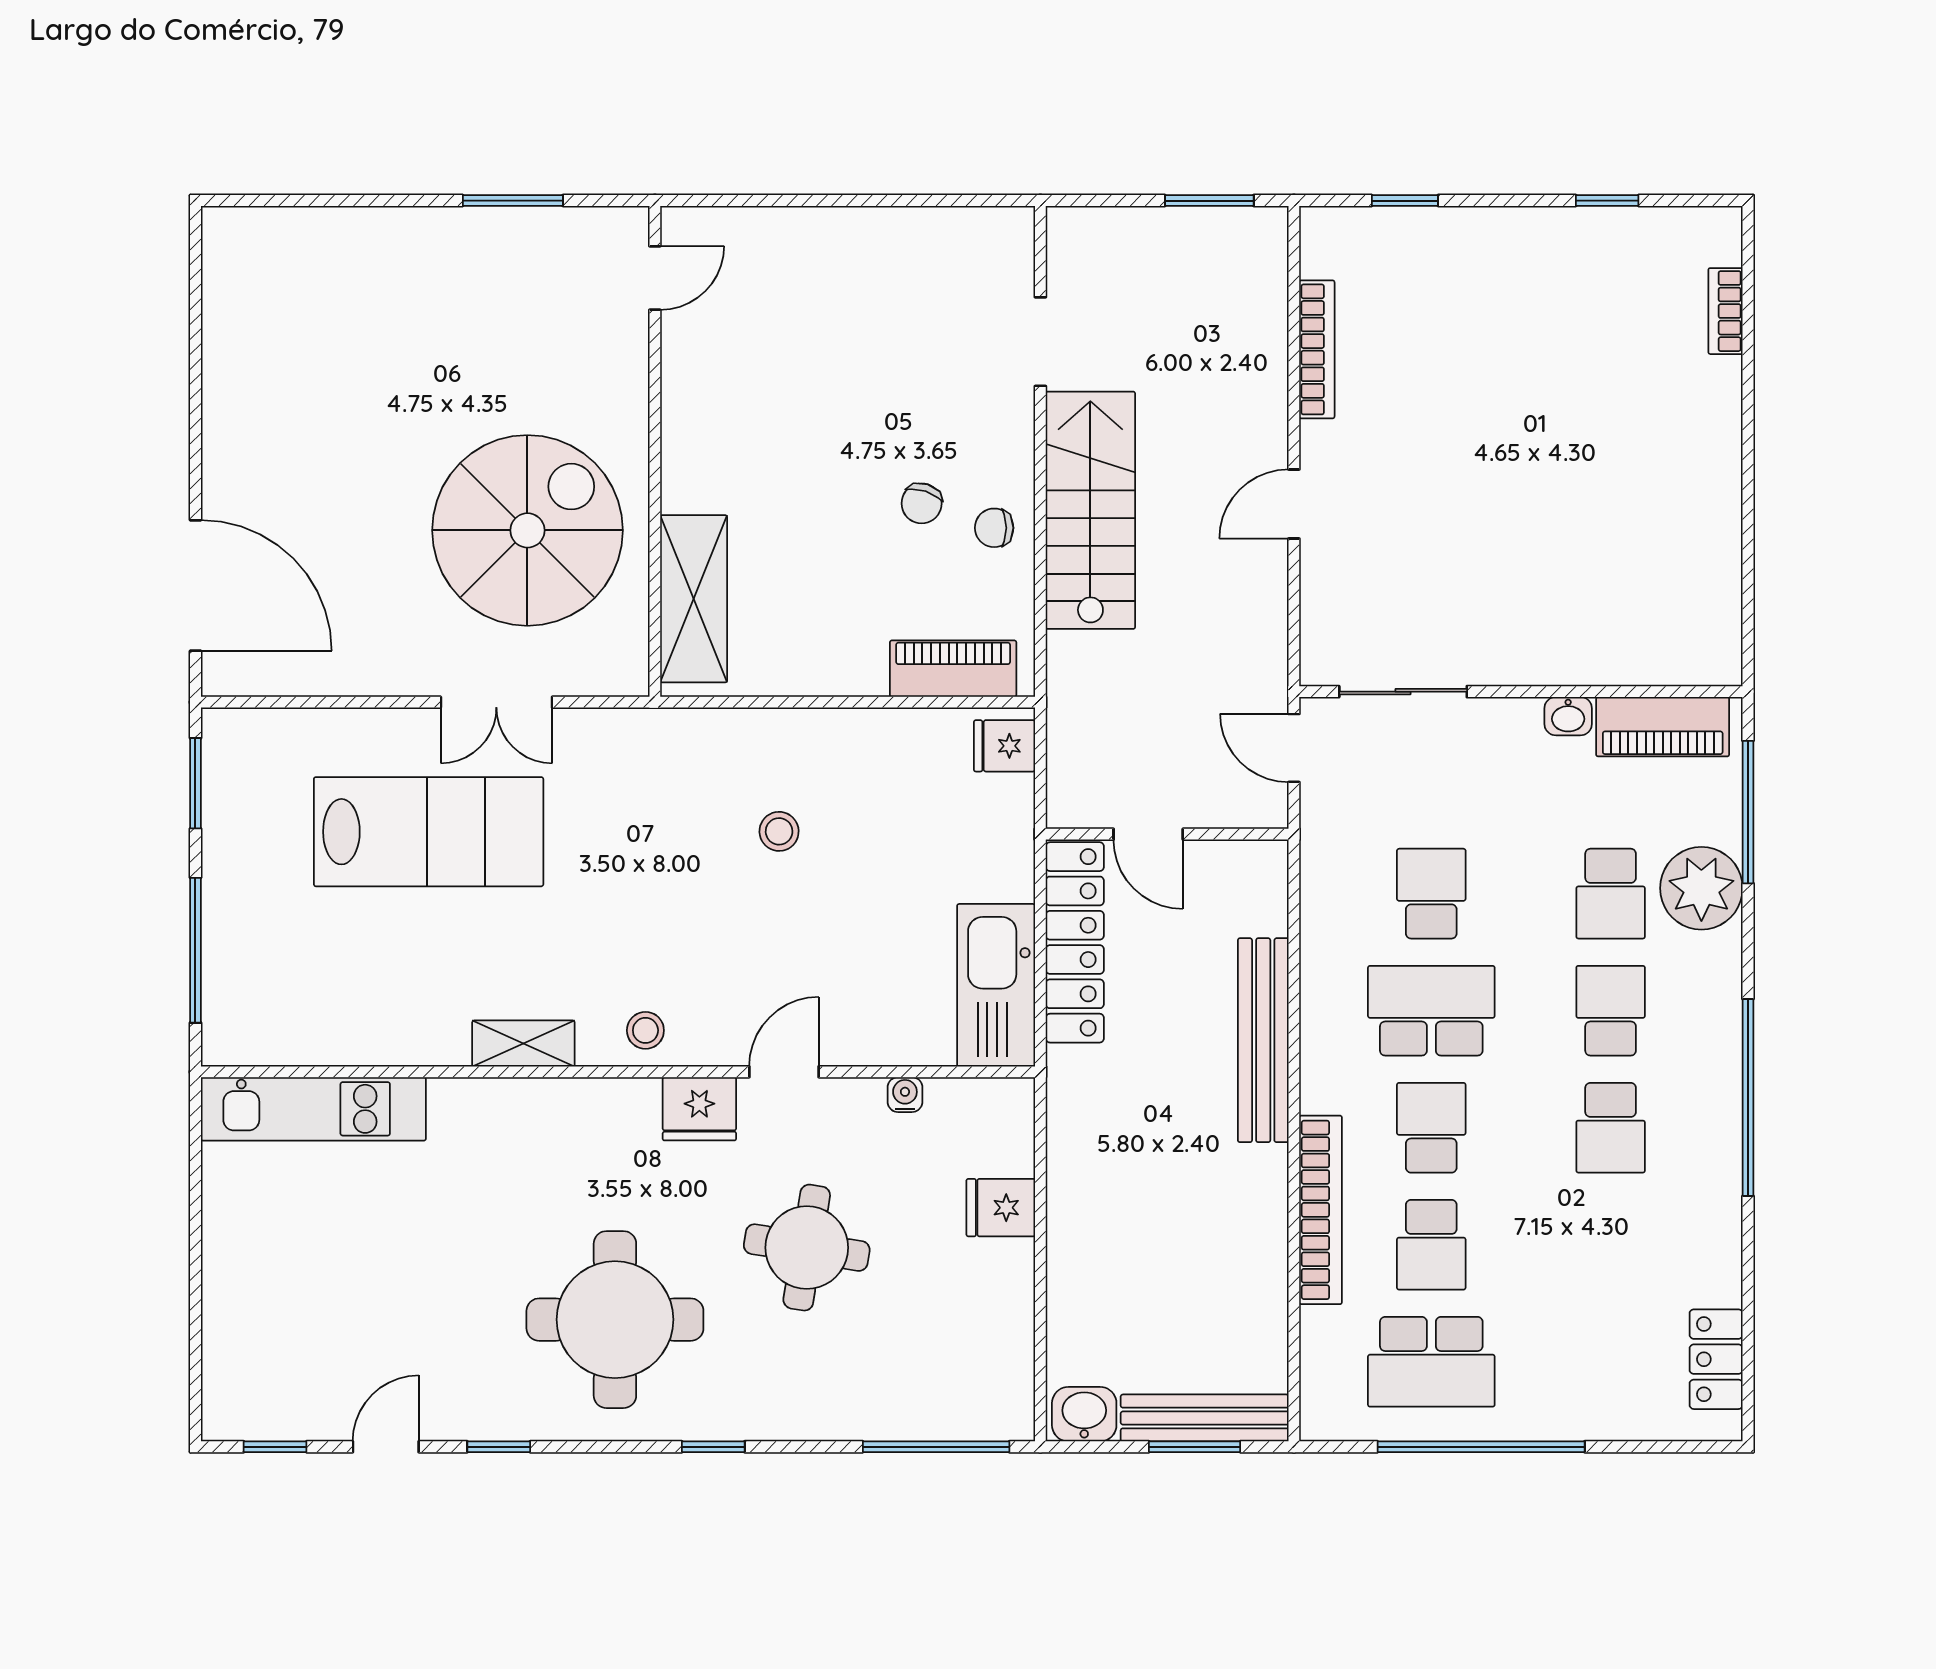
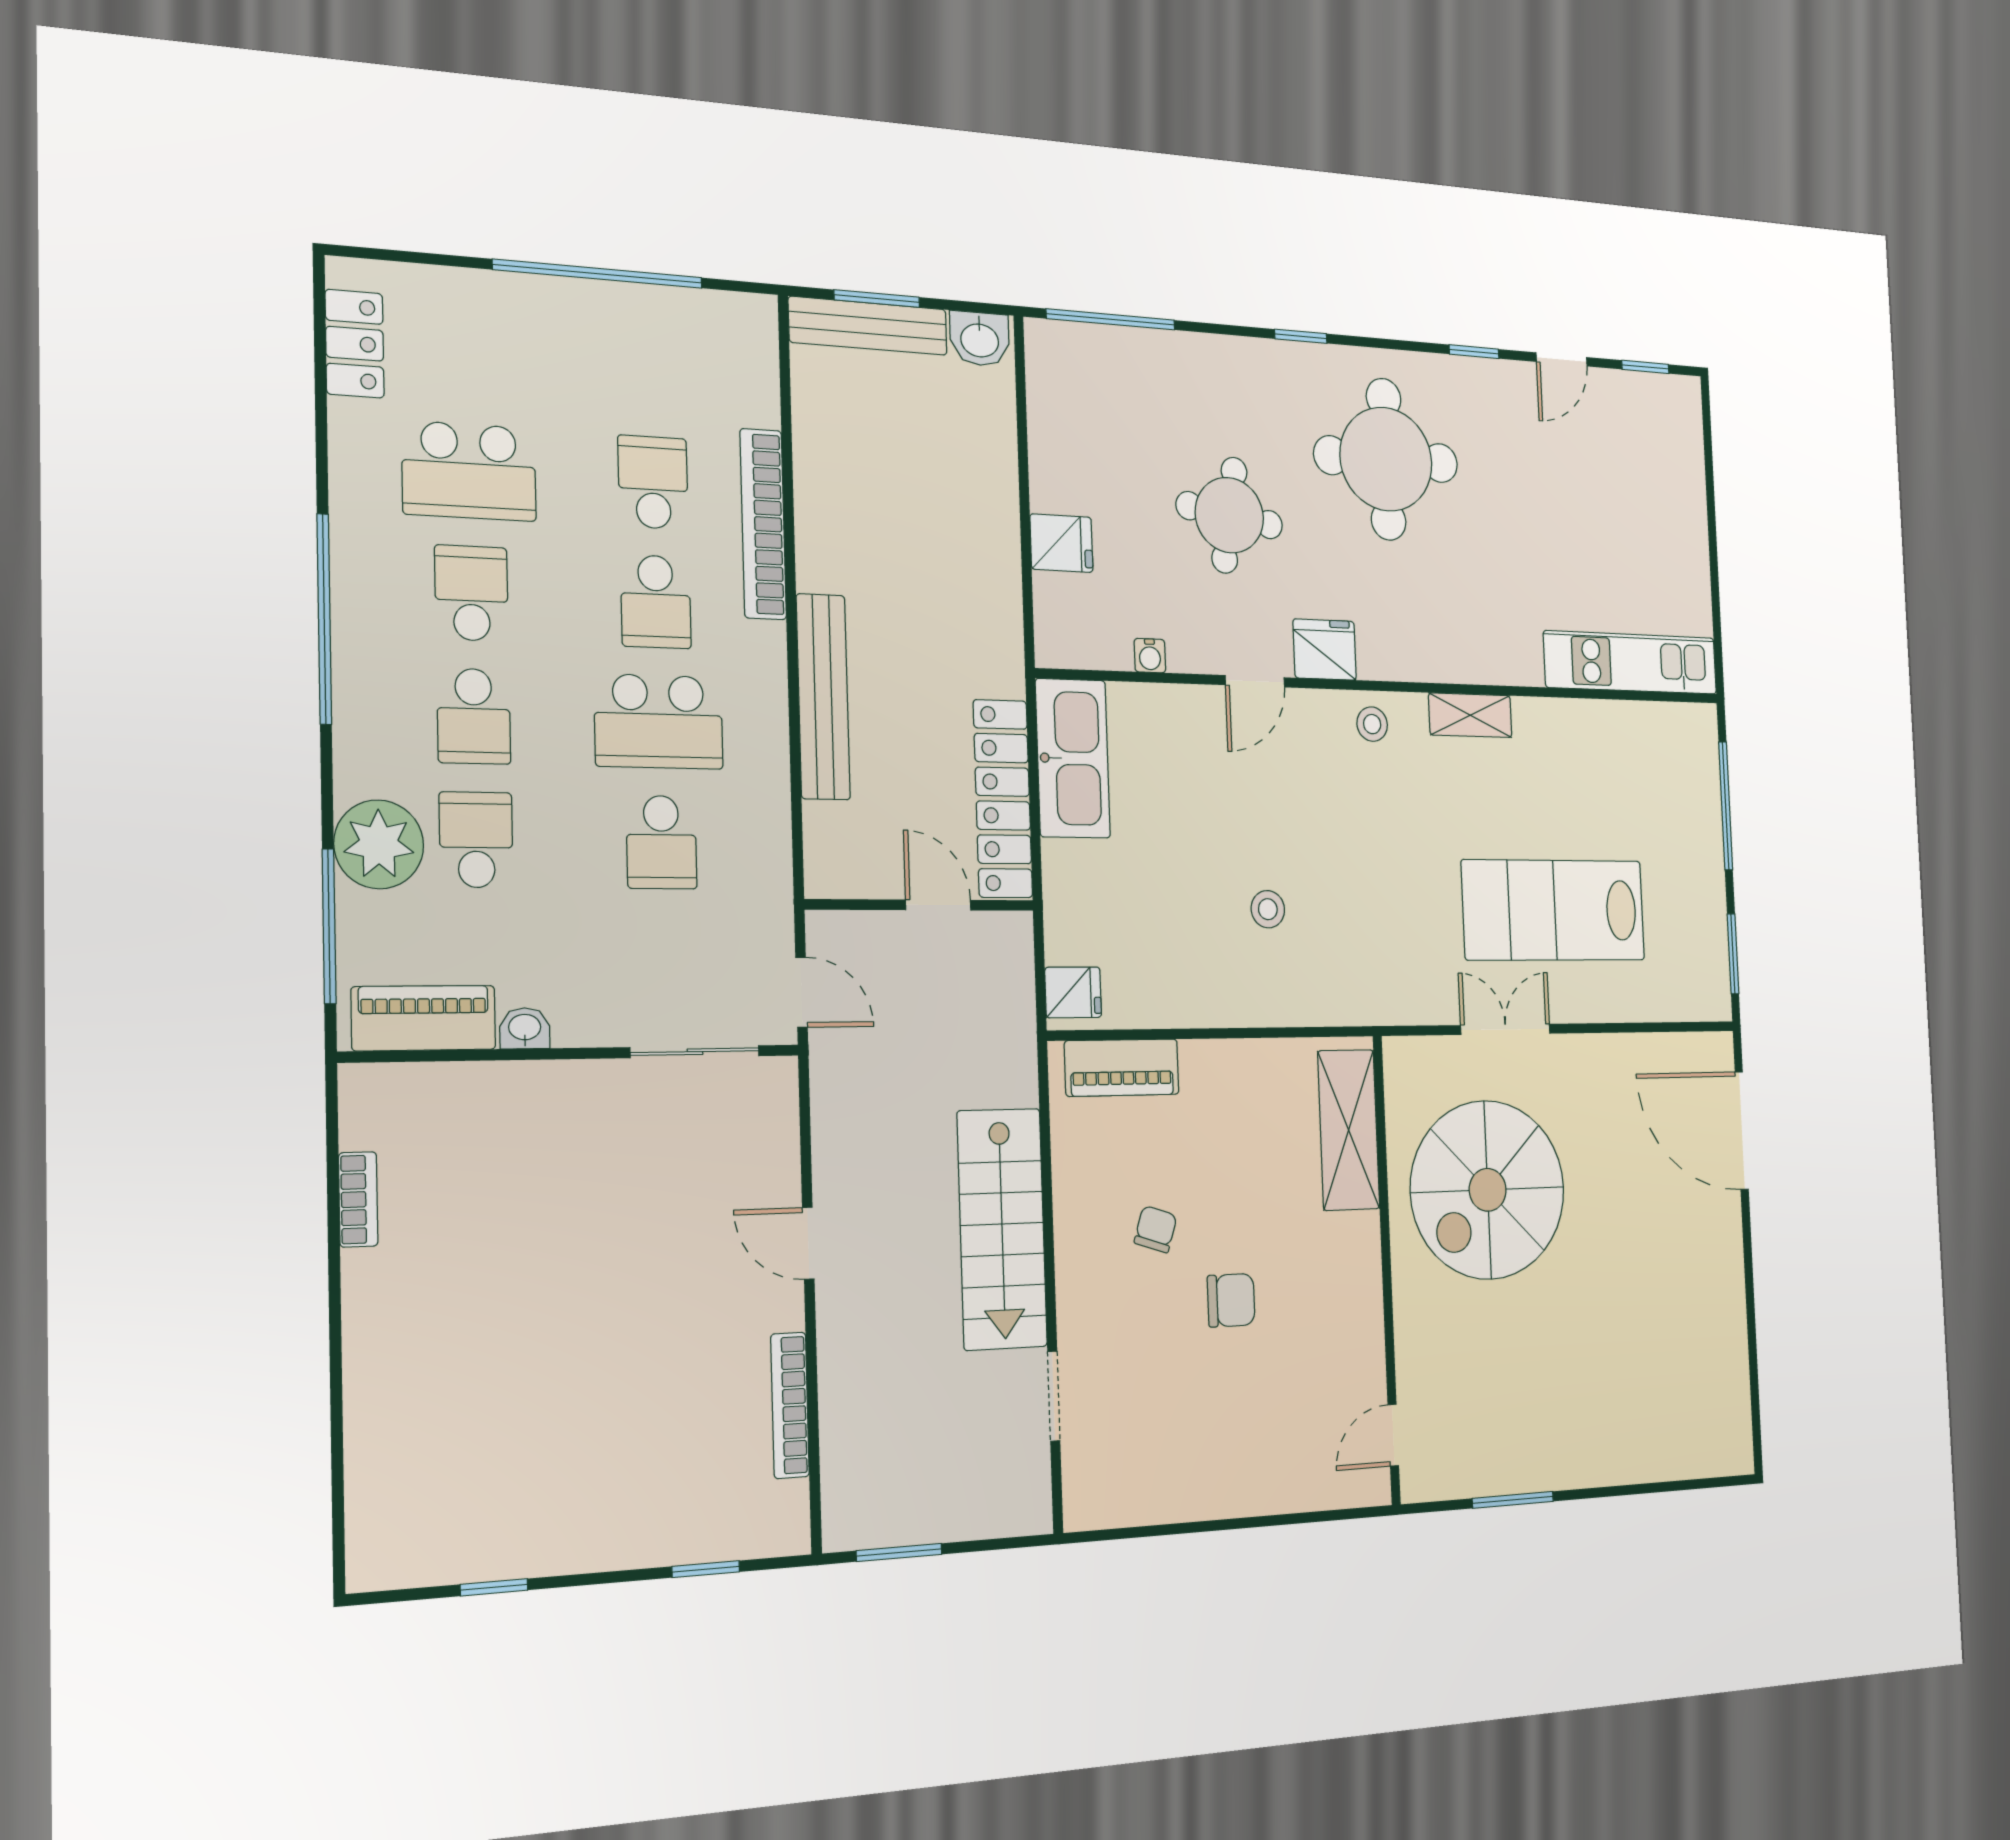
bookcase: (1726, 311) -> (358, 1199), moved
door: (1294, 504) -> (808, 1243), swing flipped
chair: (994, 528) -> (1231, 1300), moved, width x1.37, depth x1.37
school desk: (1431, 1362) -> (469, 471), moved, turned 180

